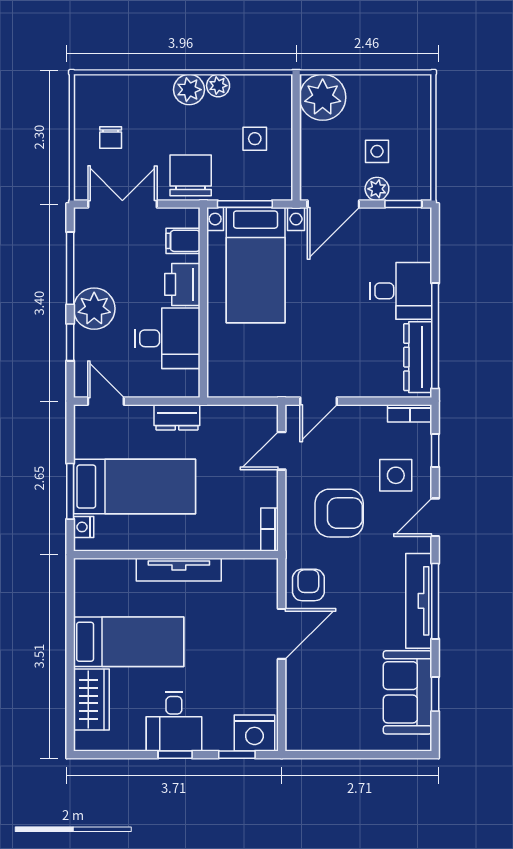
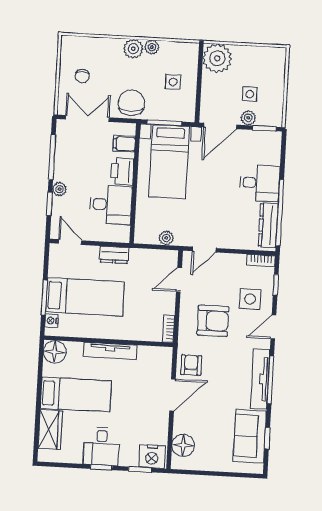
plant: (94, 309) -> (59, 189), width x0.53, depth x0.53
plant: (258, 386) -> (166, 238), added
floor lamp: (92, 576) -> (55, 352), added
floor lamp: (303, 713) -> (183, 445), added

